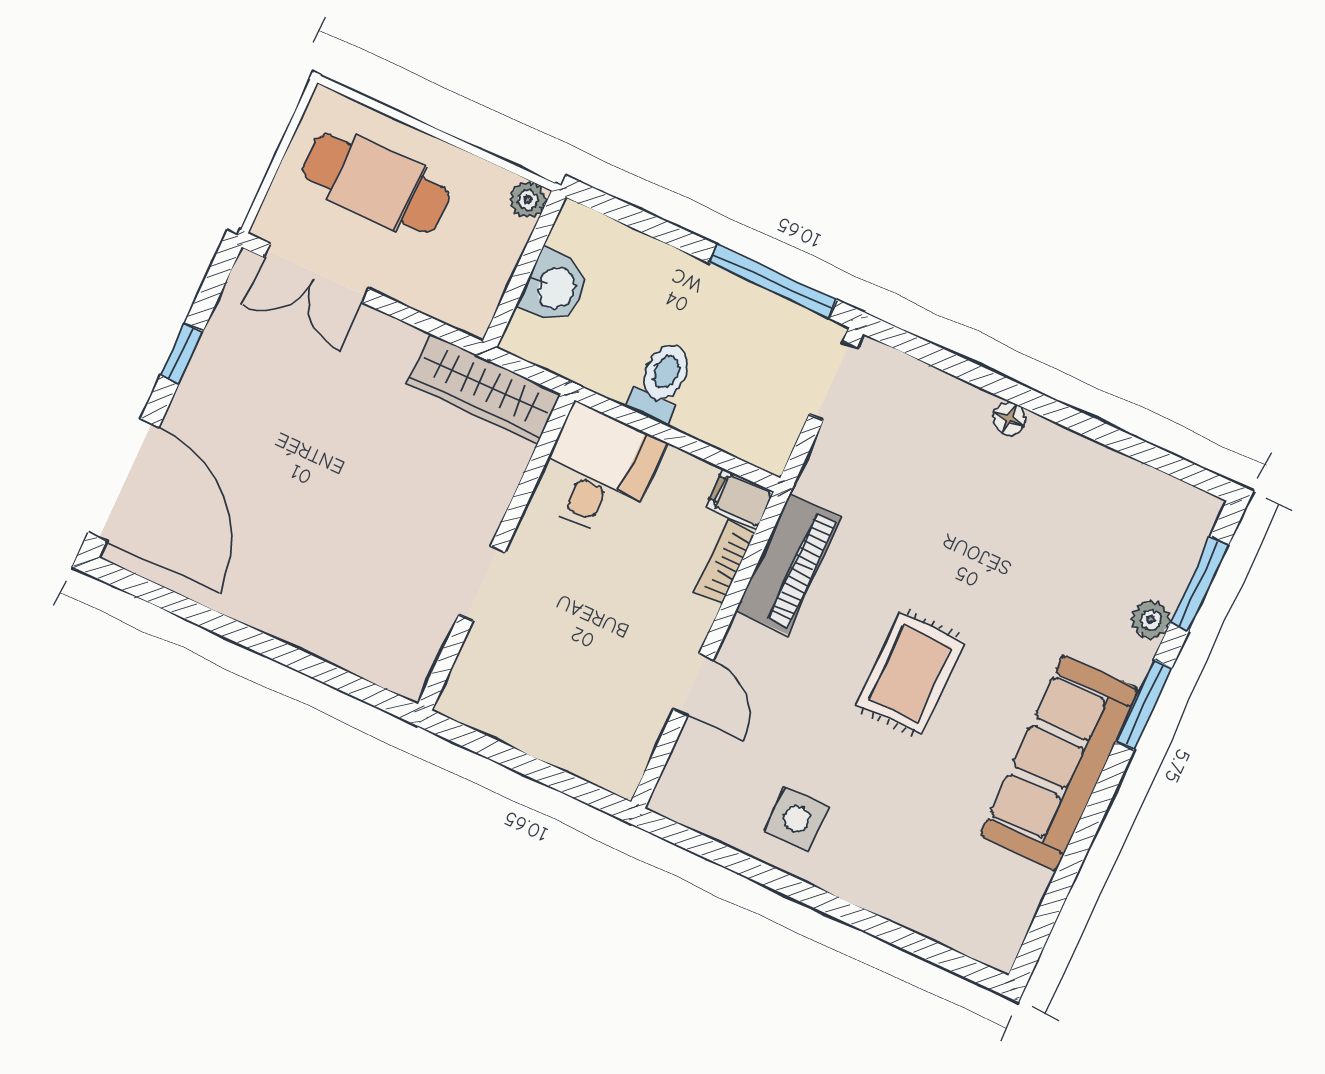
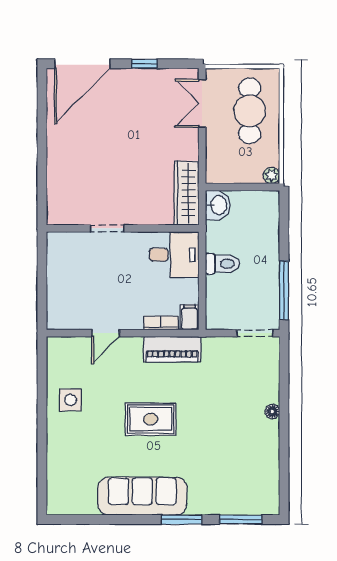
washbasin: (555, 287) -> (218, 205), moved, turned -90
plant: (1151, 620) -> (217, 506), removed

